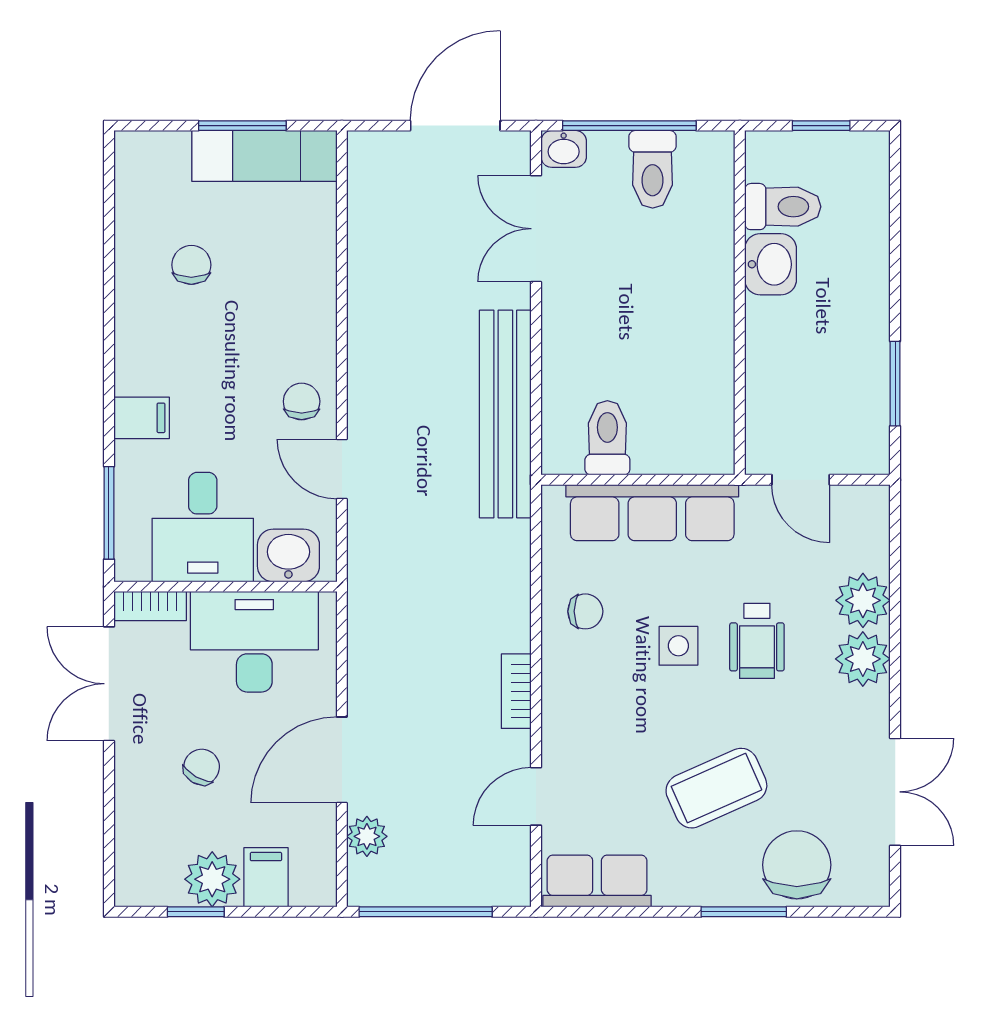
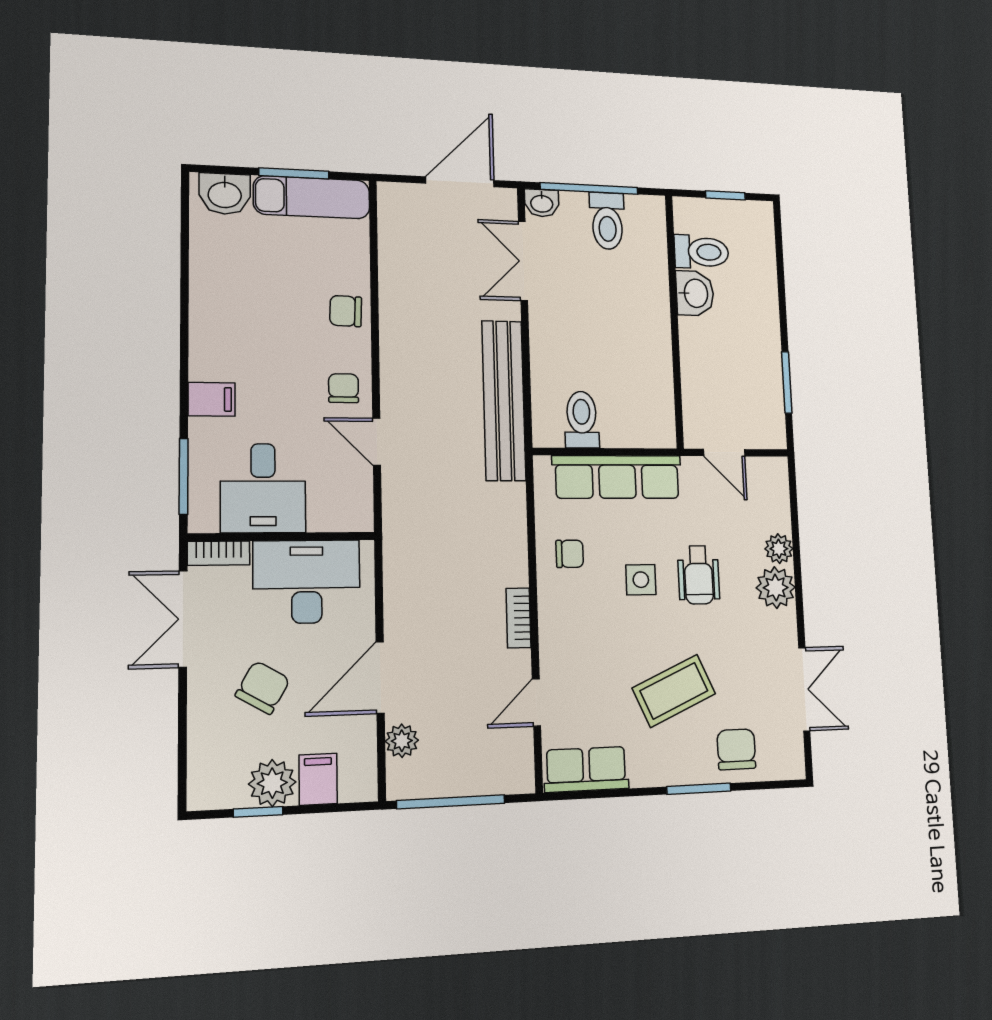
chair: (191, 265) -> (346, 311), moved, turned -88
washbasin: (288, 555) -> (225, 194), moved, turned 180
plant: (863, 600) -> (779, 549), width x0.73, depth x0.73
chair: (202, 767) -> (263, 687), width x1.37, depth x1.37
chair: (797, 865) -> (736, 749), width x0.73, depth x0.73

